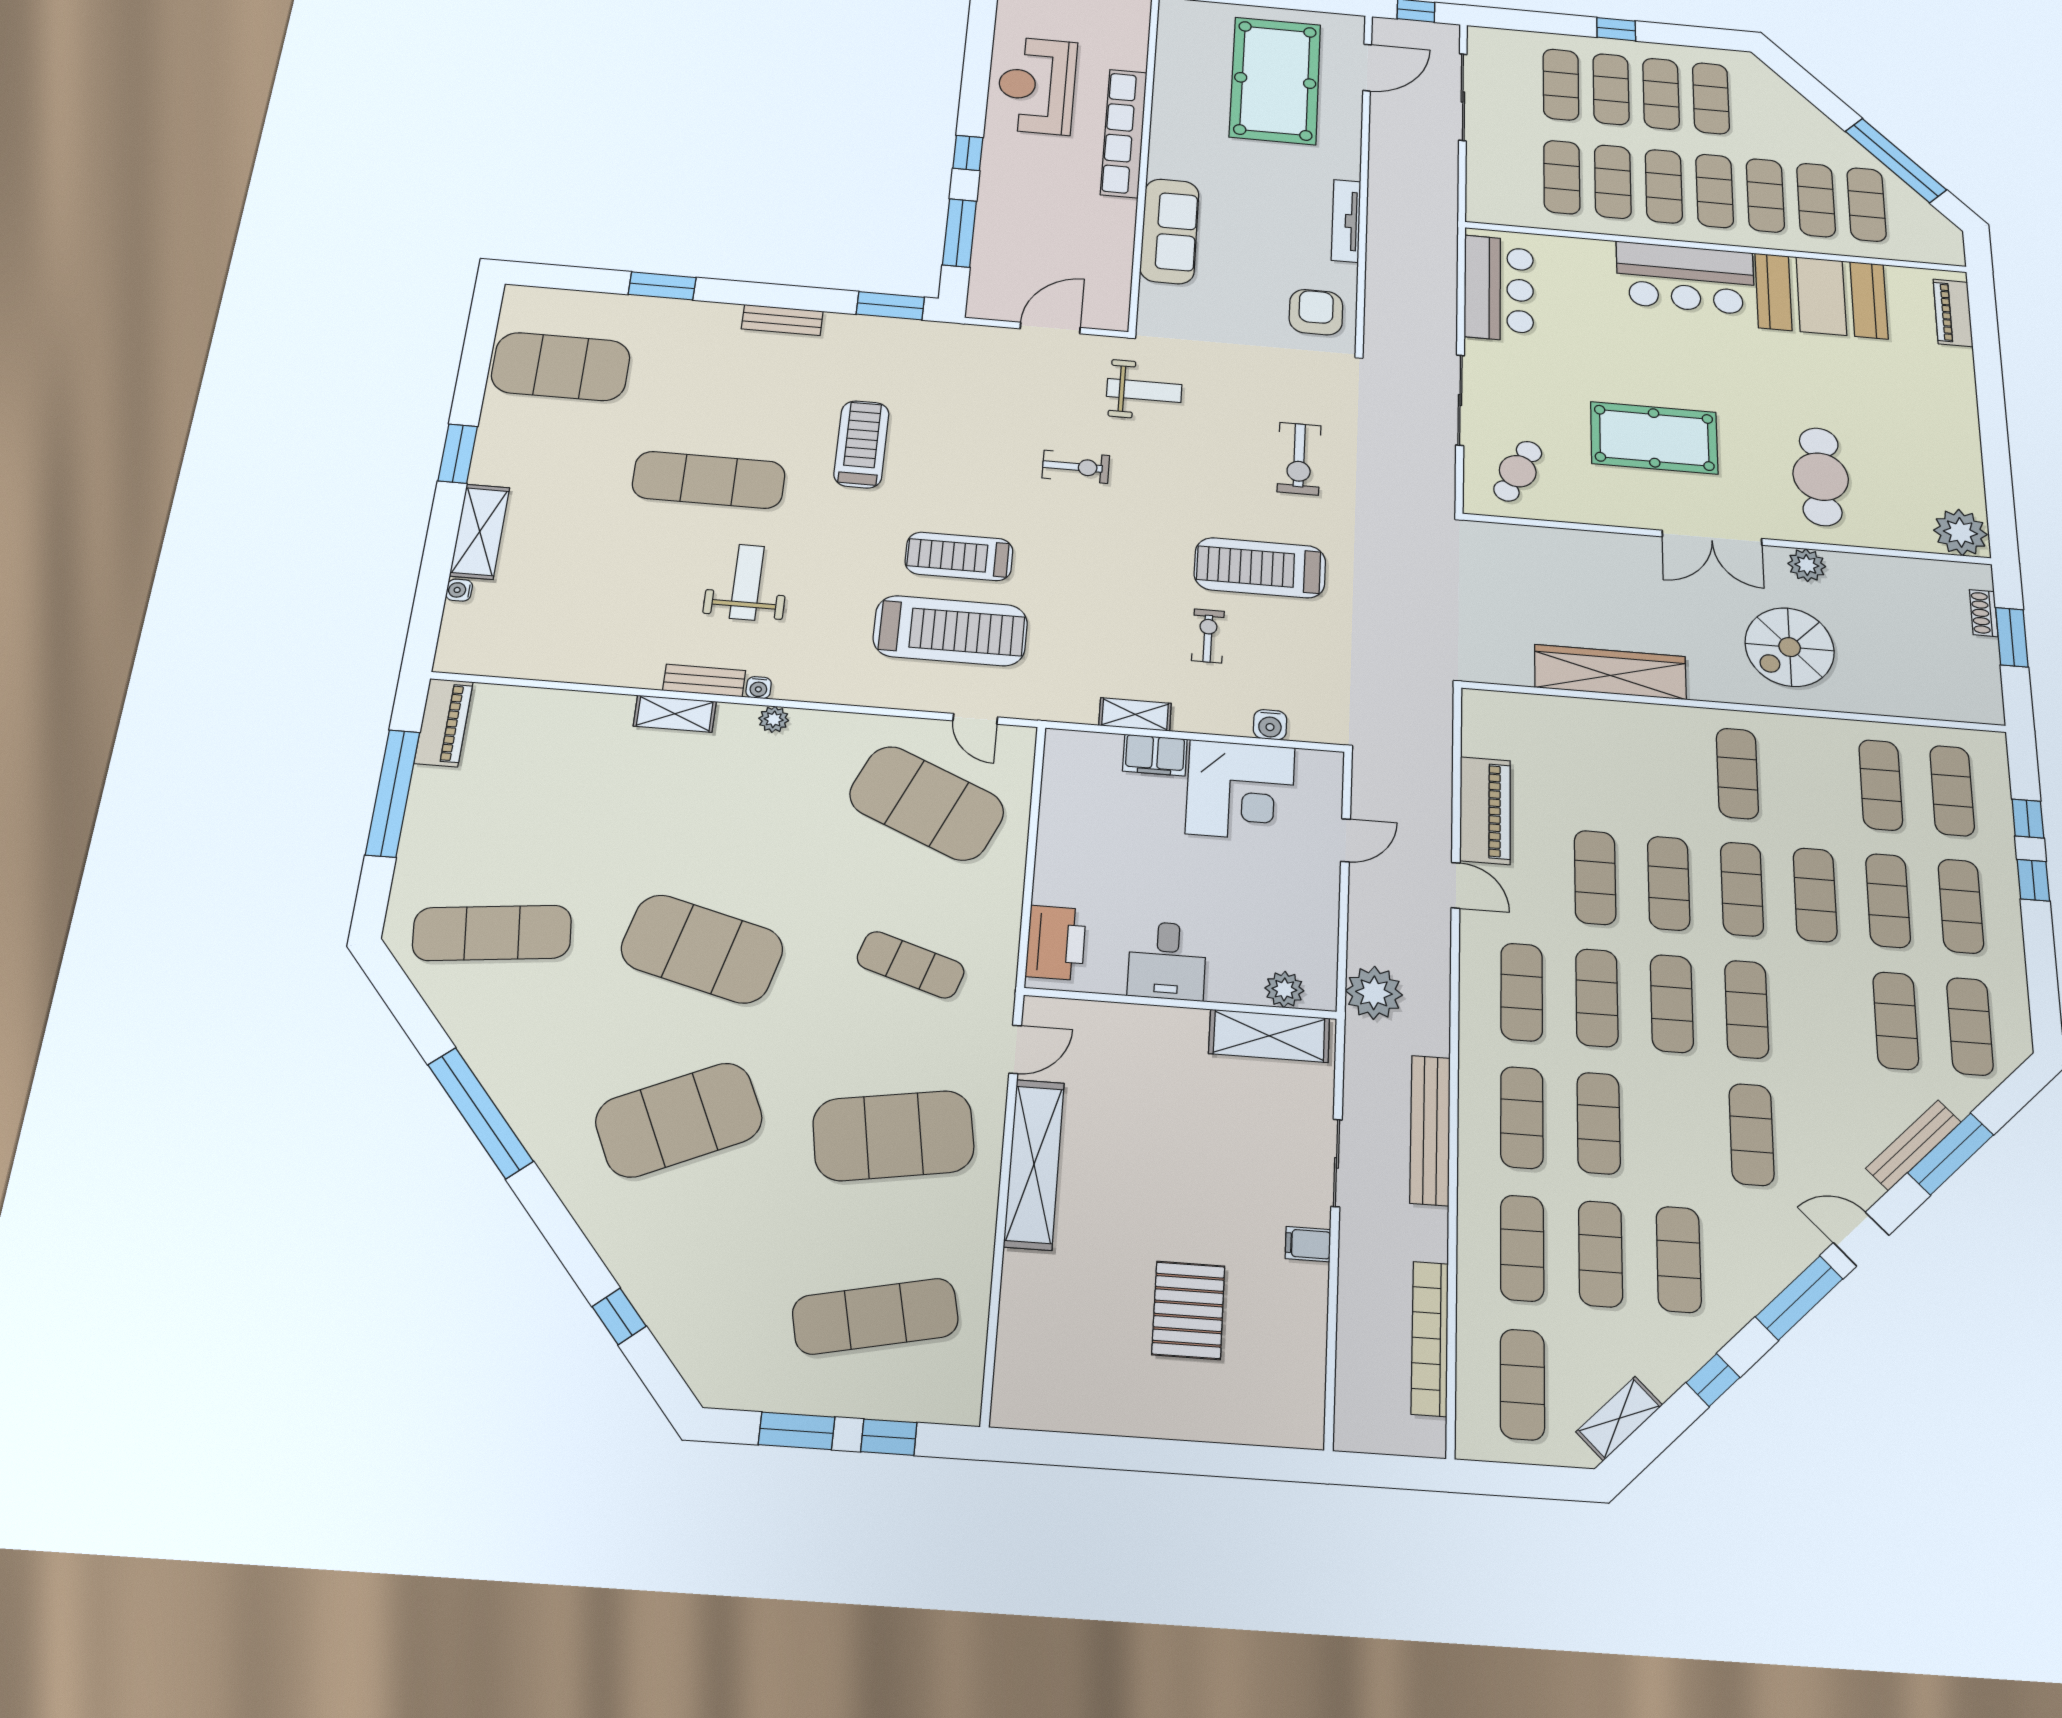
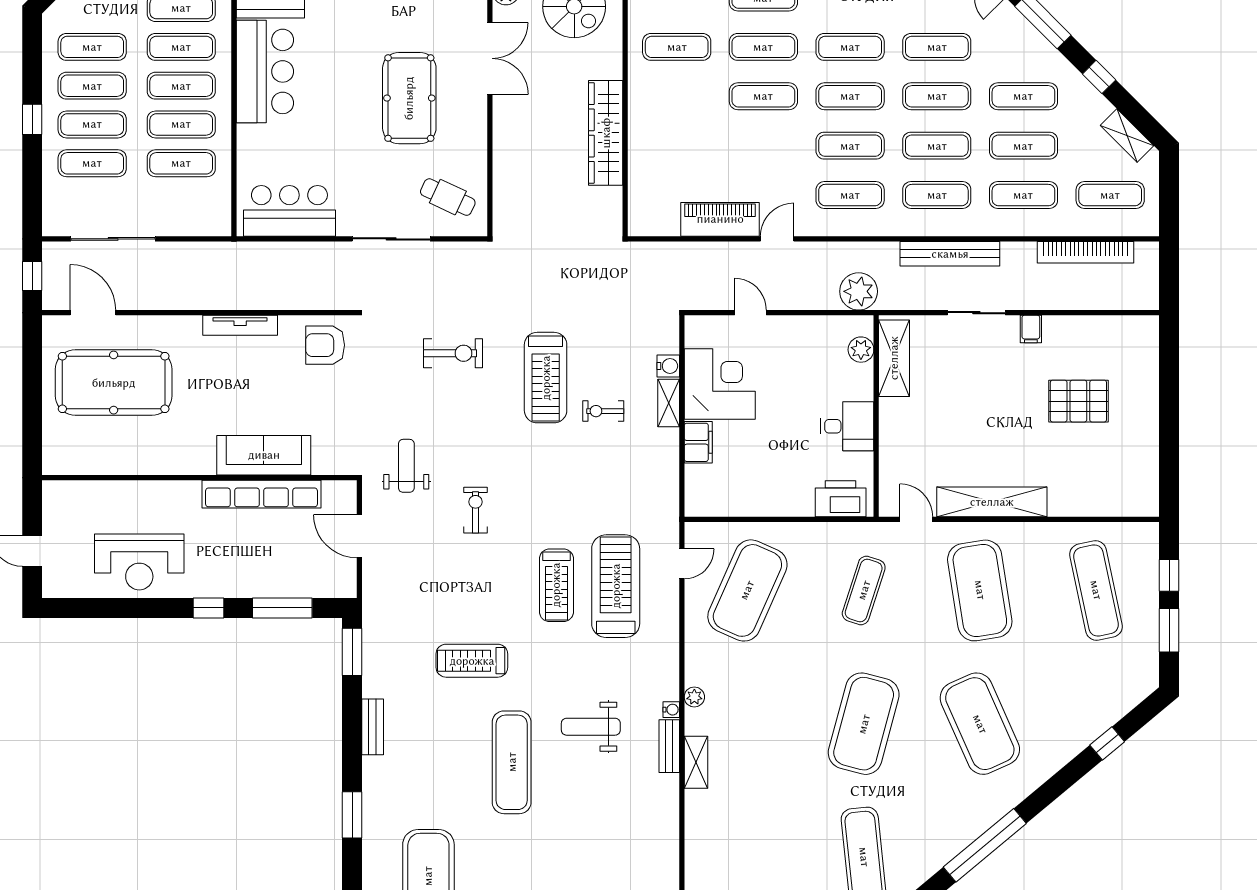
row of seats: (1124, 133) -> (261, 494), moved
shelving: (1135, 714) -> (669, 403), moved
exercise mat: (1595, 877) -> (937, 96), moved

